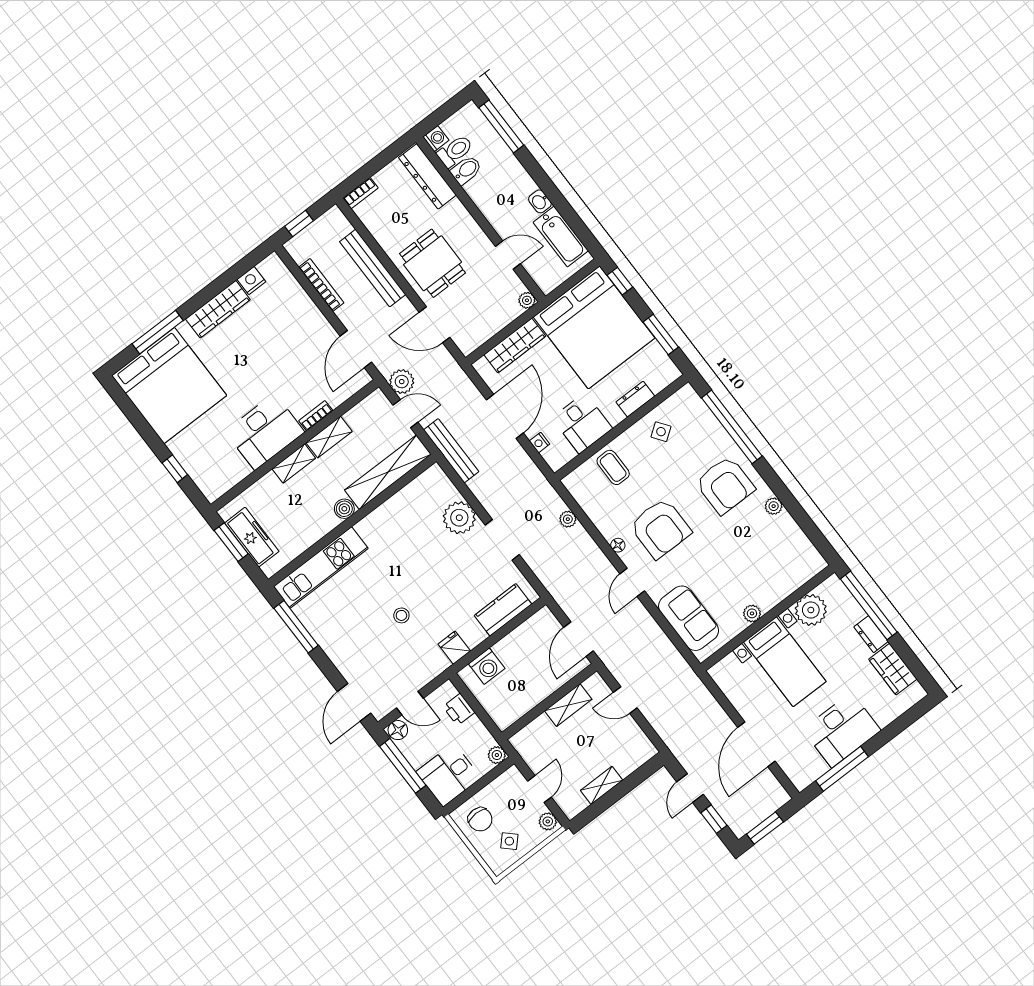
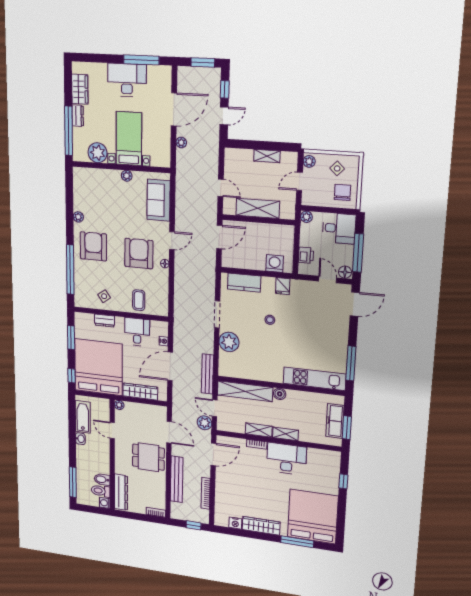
dining table: (433, 263) -> (148, 457), turned 90
plant: (568, 519) -> (181, 142), moved
stool: (401, 615) -> (270, 320), moved
shelving: (568, 705) -> (258, 208), width x1.50, depth x1.33

